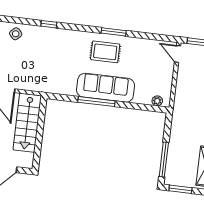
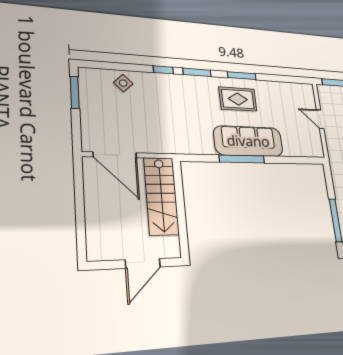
window: (76, 27) -> (197, 72), added
door: (178, 54) -> (320, 119), moved
plant: (157, 101) -> (310, 151), removed

